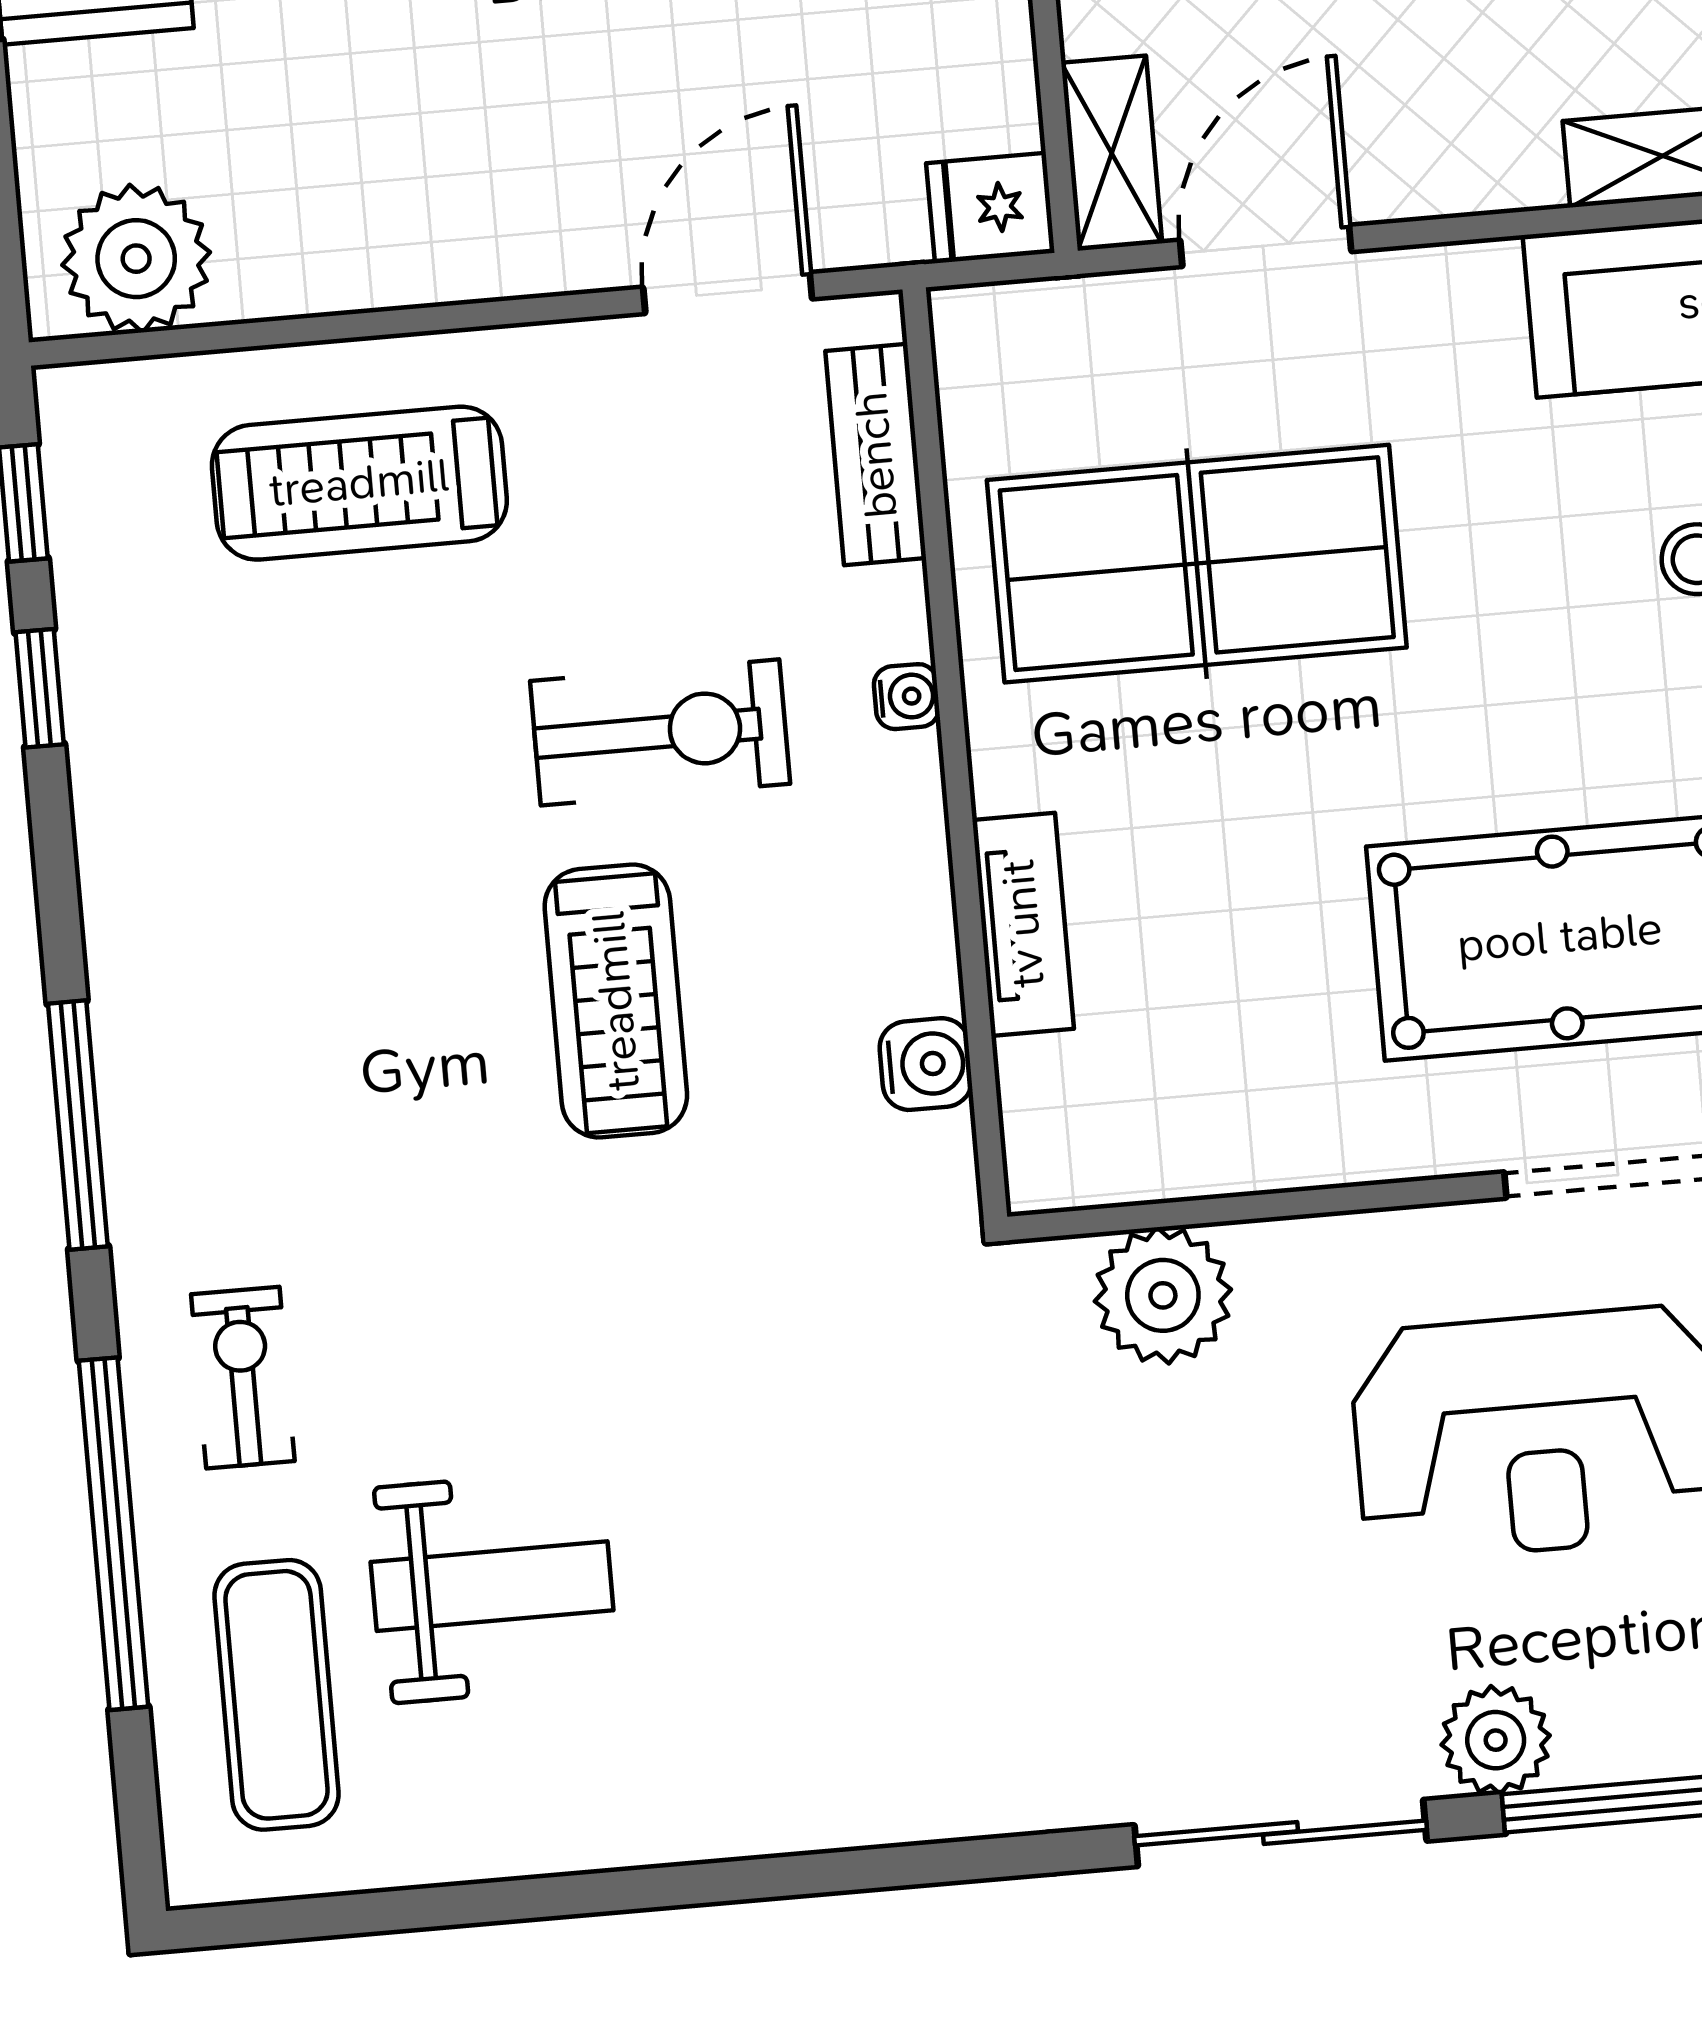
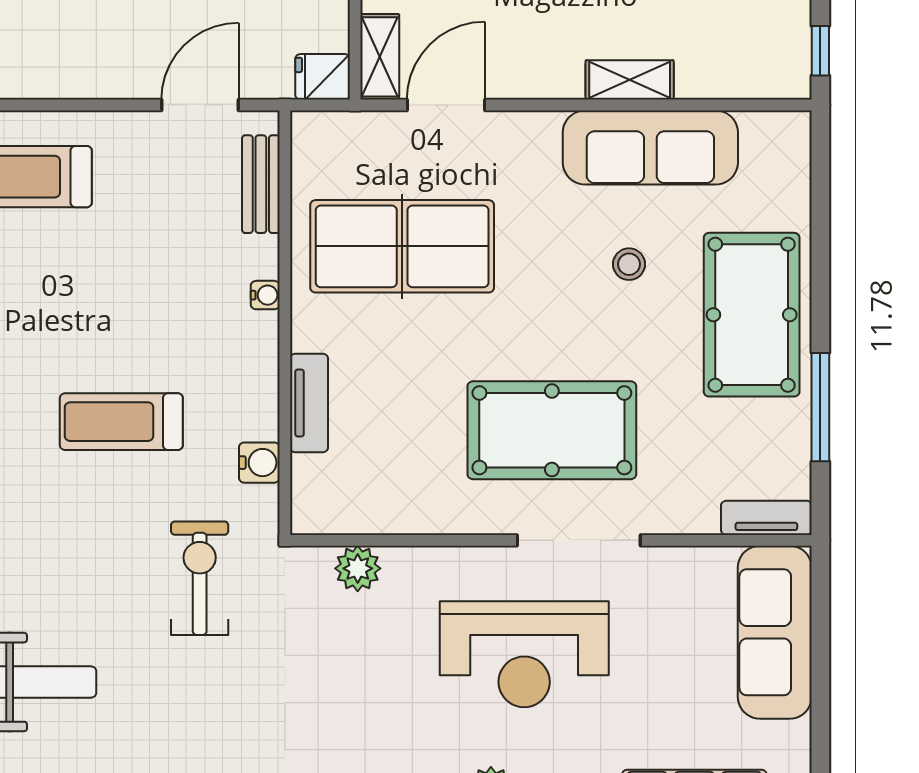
exercise bike: (660, 732) -> (200, 578), moved, turned -90
treadmill: (616, 1001) -> (121, 422), turned 90
plant: (1163, 1295) -> (358, 568), width x0.73, depth x0.73

